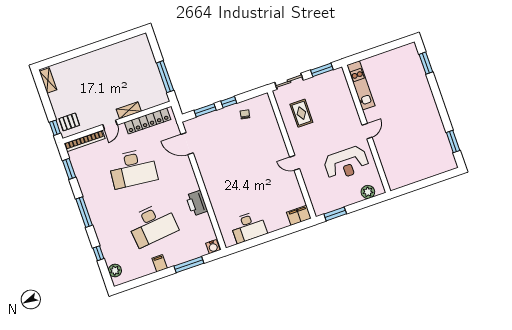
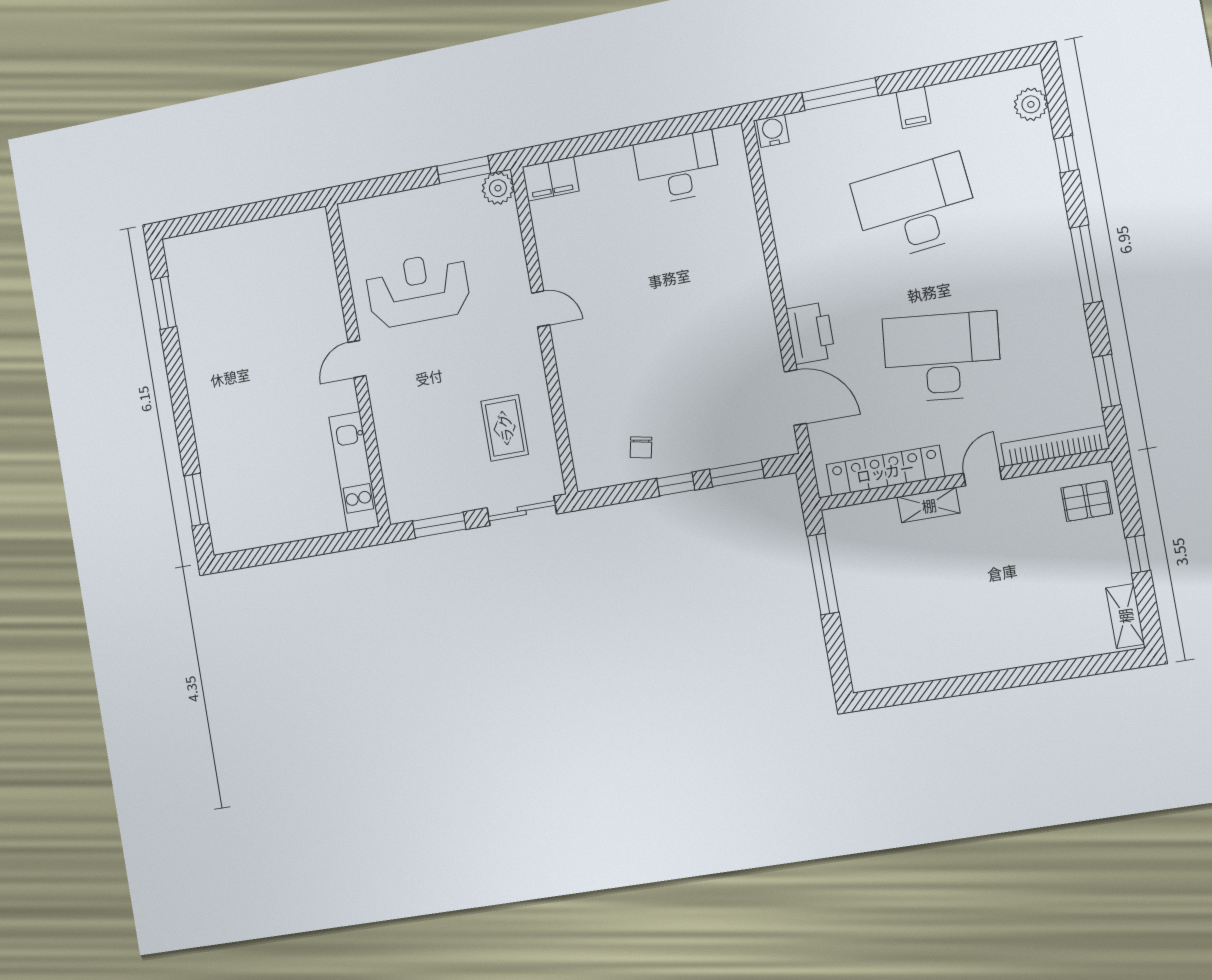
window: (55, 128) -> (1138, 554), moved
plant: (368, 192) -> (498, 188), moved
printer: (197, 203) -> (811, 333), moved

